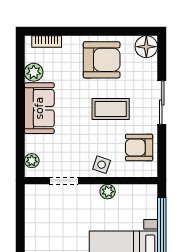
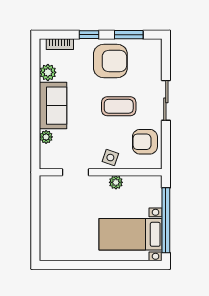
window: (78, 31) -> (89, 35), added
window: (121, 31) -> (129, 35), added
floor lamp: (146, 47) -> (152, 49), removed
plant: (32, 161) -> (46, 137), moved

